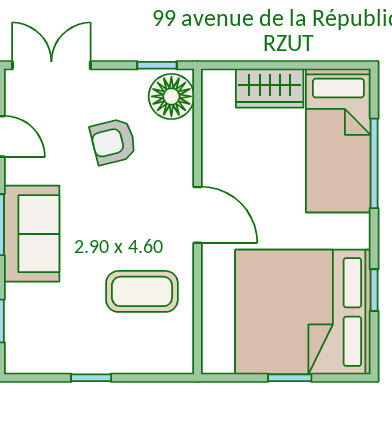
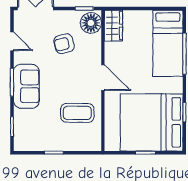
wardrobe: (270, 88) -> (113, 26), moved, turned -90

